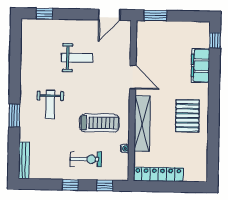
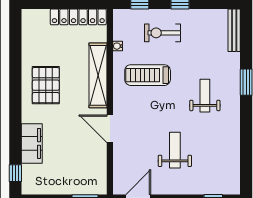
weight bench: (77, 58) -> (175, 150), turned 90

